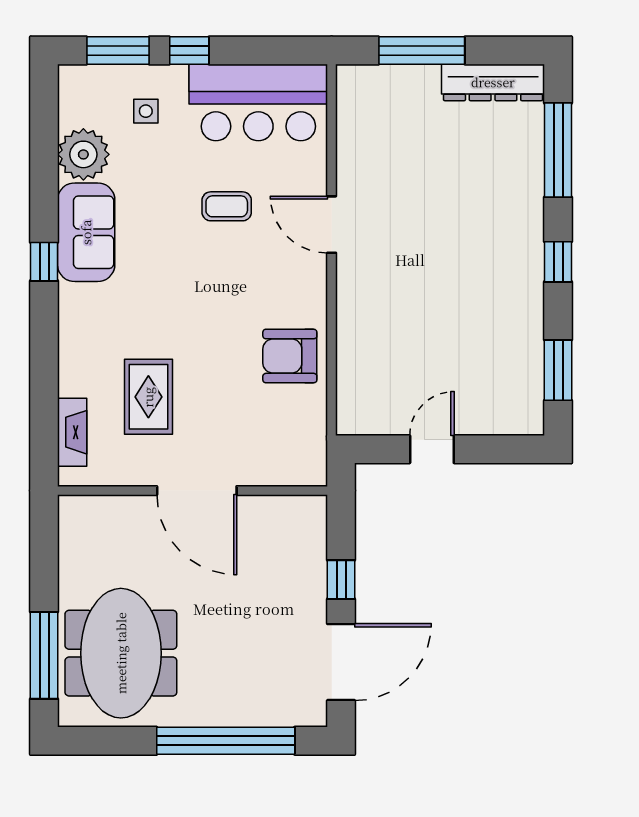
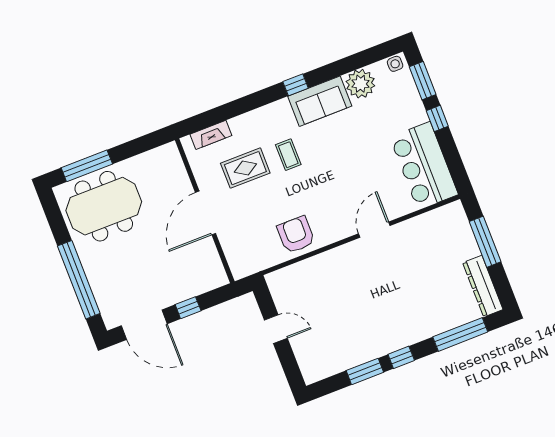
side table: (146, 111) -> (395, 64), moved
coffee table: (227, 206) -> (288, 155), moved
window: (558, 370) -> (365, 371), moved

